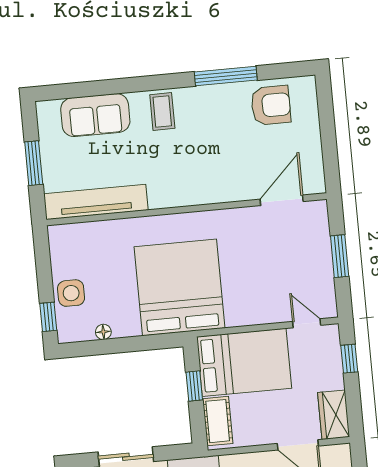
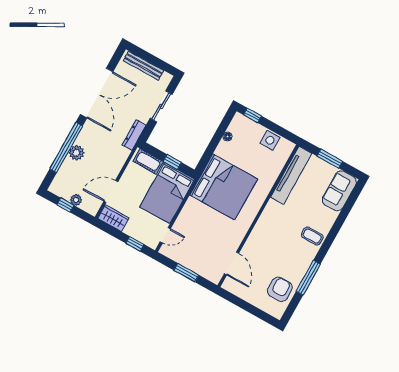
armchair: (271, 105) -> (280, 289), turned 180
sofa: (95, 115) -> (339, 191), moved
side table: (71, 293) -> (270, 140), moved

